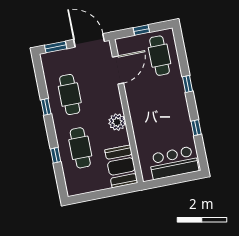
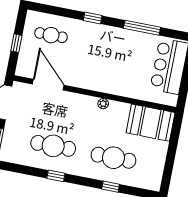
cafe table: (160, 56) -> (51, 35), width x0.73, depth x0.74
plant: (117, 122) -> (103, 104), width x0.53, depth x0.53
window: (196, 128) -> (142, 28), width x2.17

